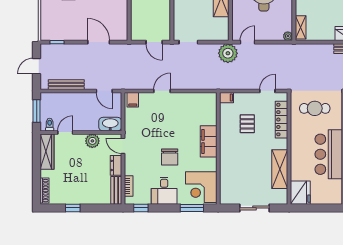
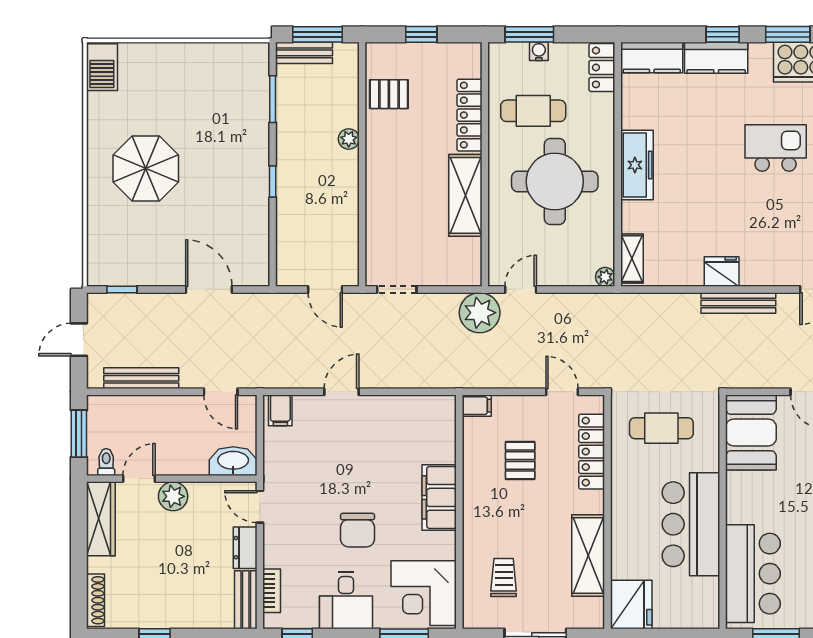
door: (267, 91) -> (562, 392), hinge flipped
plant: (92, 141) -> (173, 496), moved
trolley: (239, 180) -> (504, 577), added

